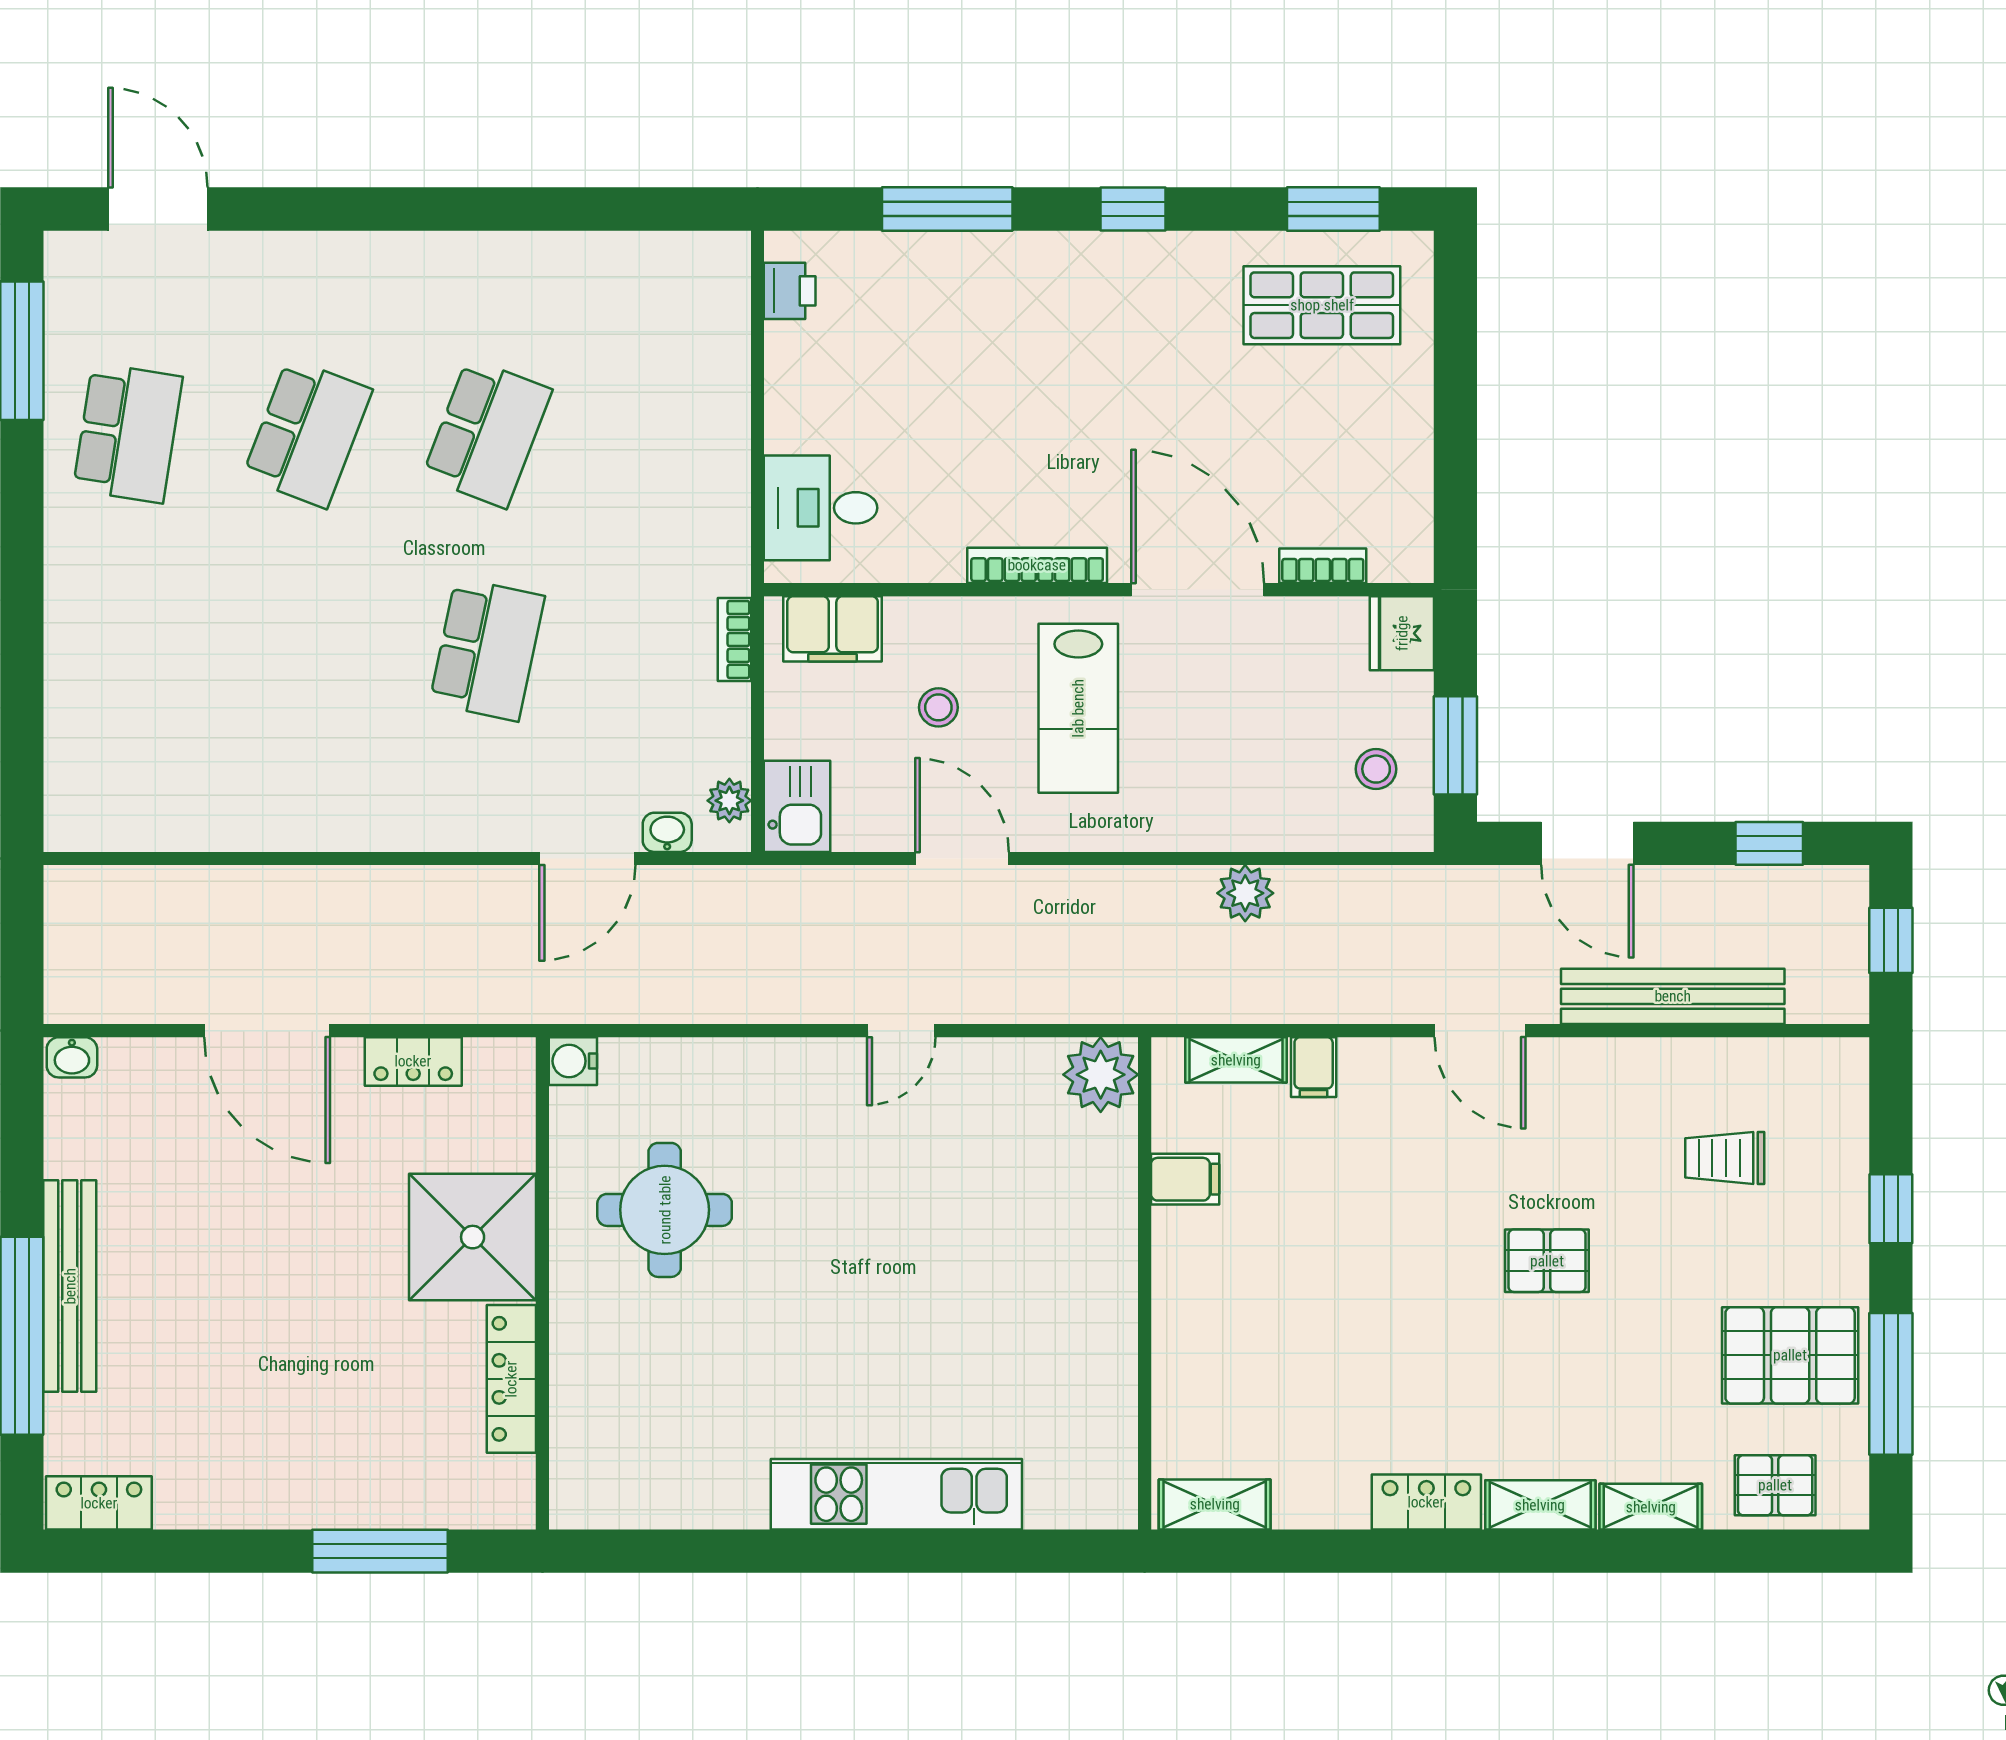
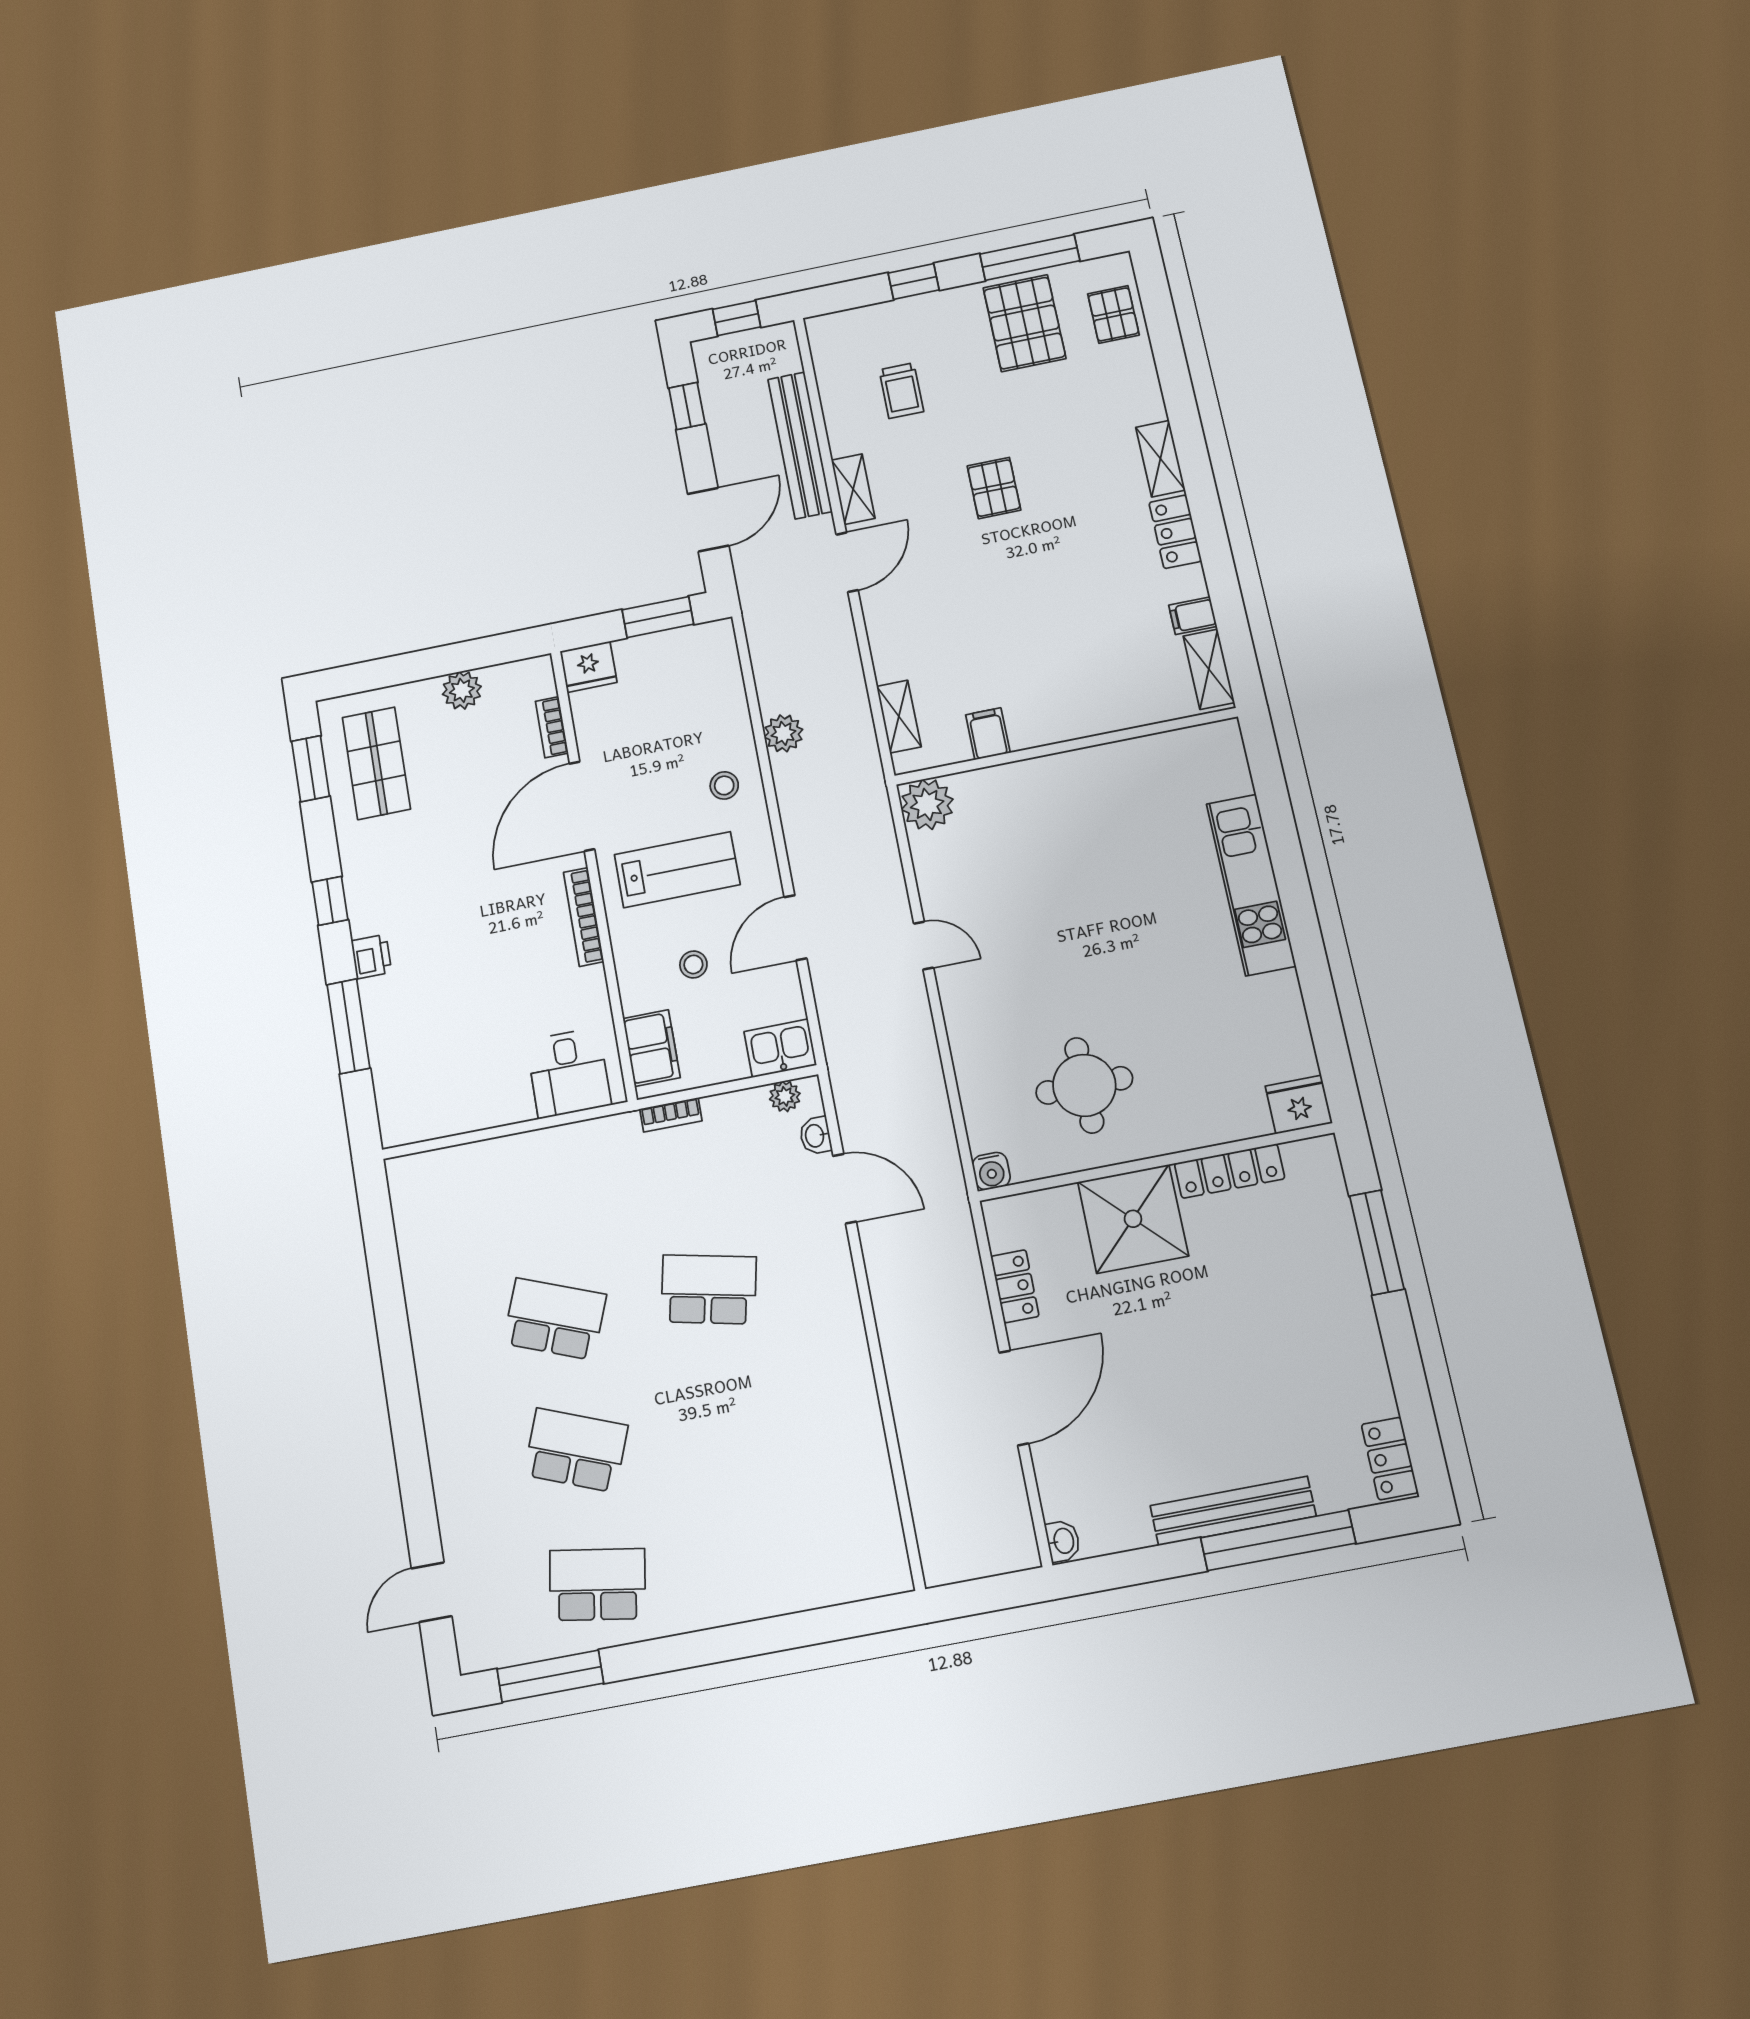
door: (158, 209) -> (432, 1592), width x0.73
printer: (790, 291) -> (371, 957), moved, turned 90
plant: (1405, 445) -> (462, 690), added
stool: (1376, 769) -> (724, 785), moved
filing cabinet: (1314, 1067) -> (1193, 616), moved, turned 180
fridge: (583, 1490) -> (1299, 1105), added
shelving: (1651, 1507) -> (853, 489), moved

